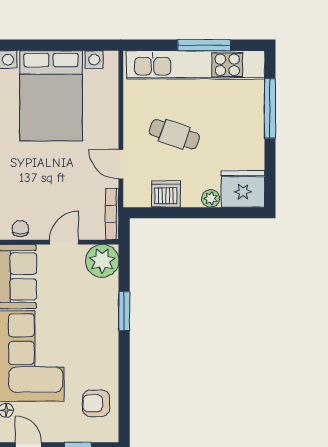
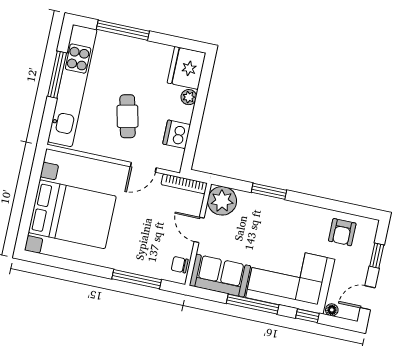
cafe table: (174, 134) -> (128, 116), turned -32

